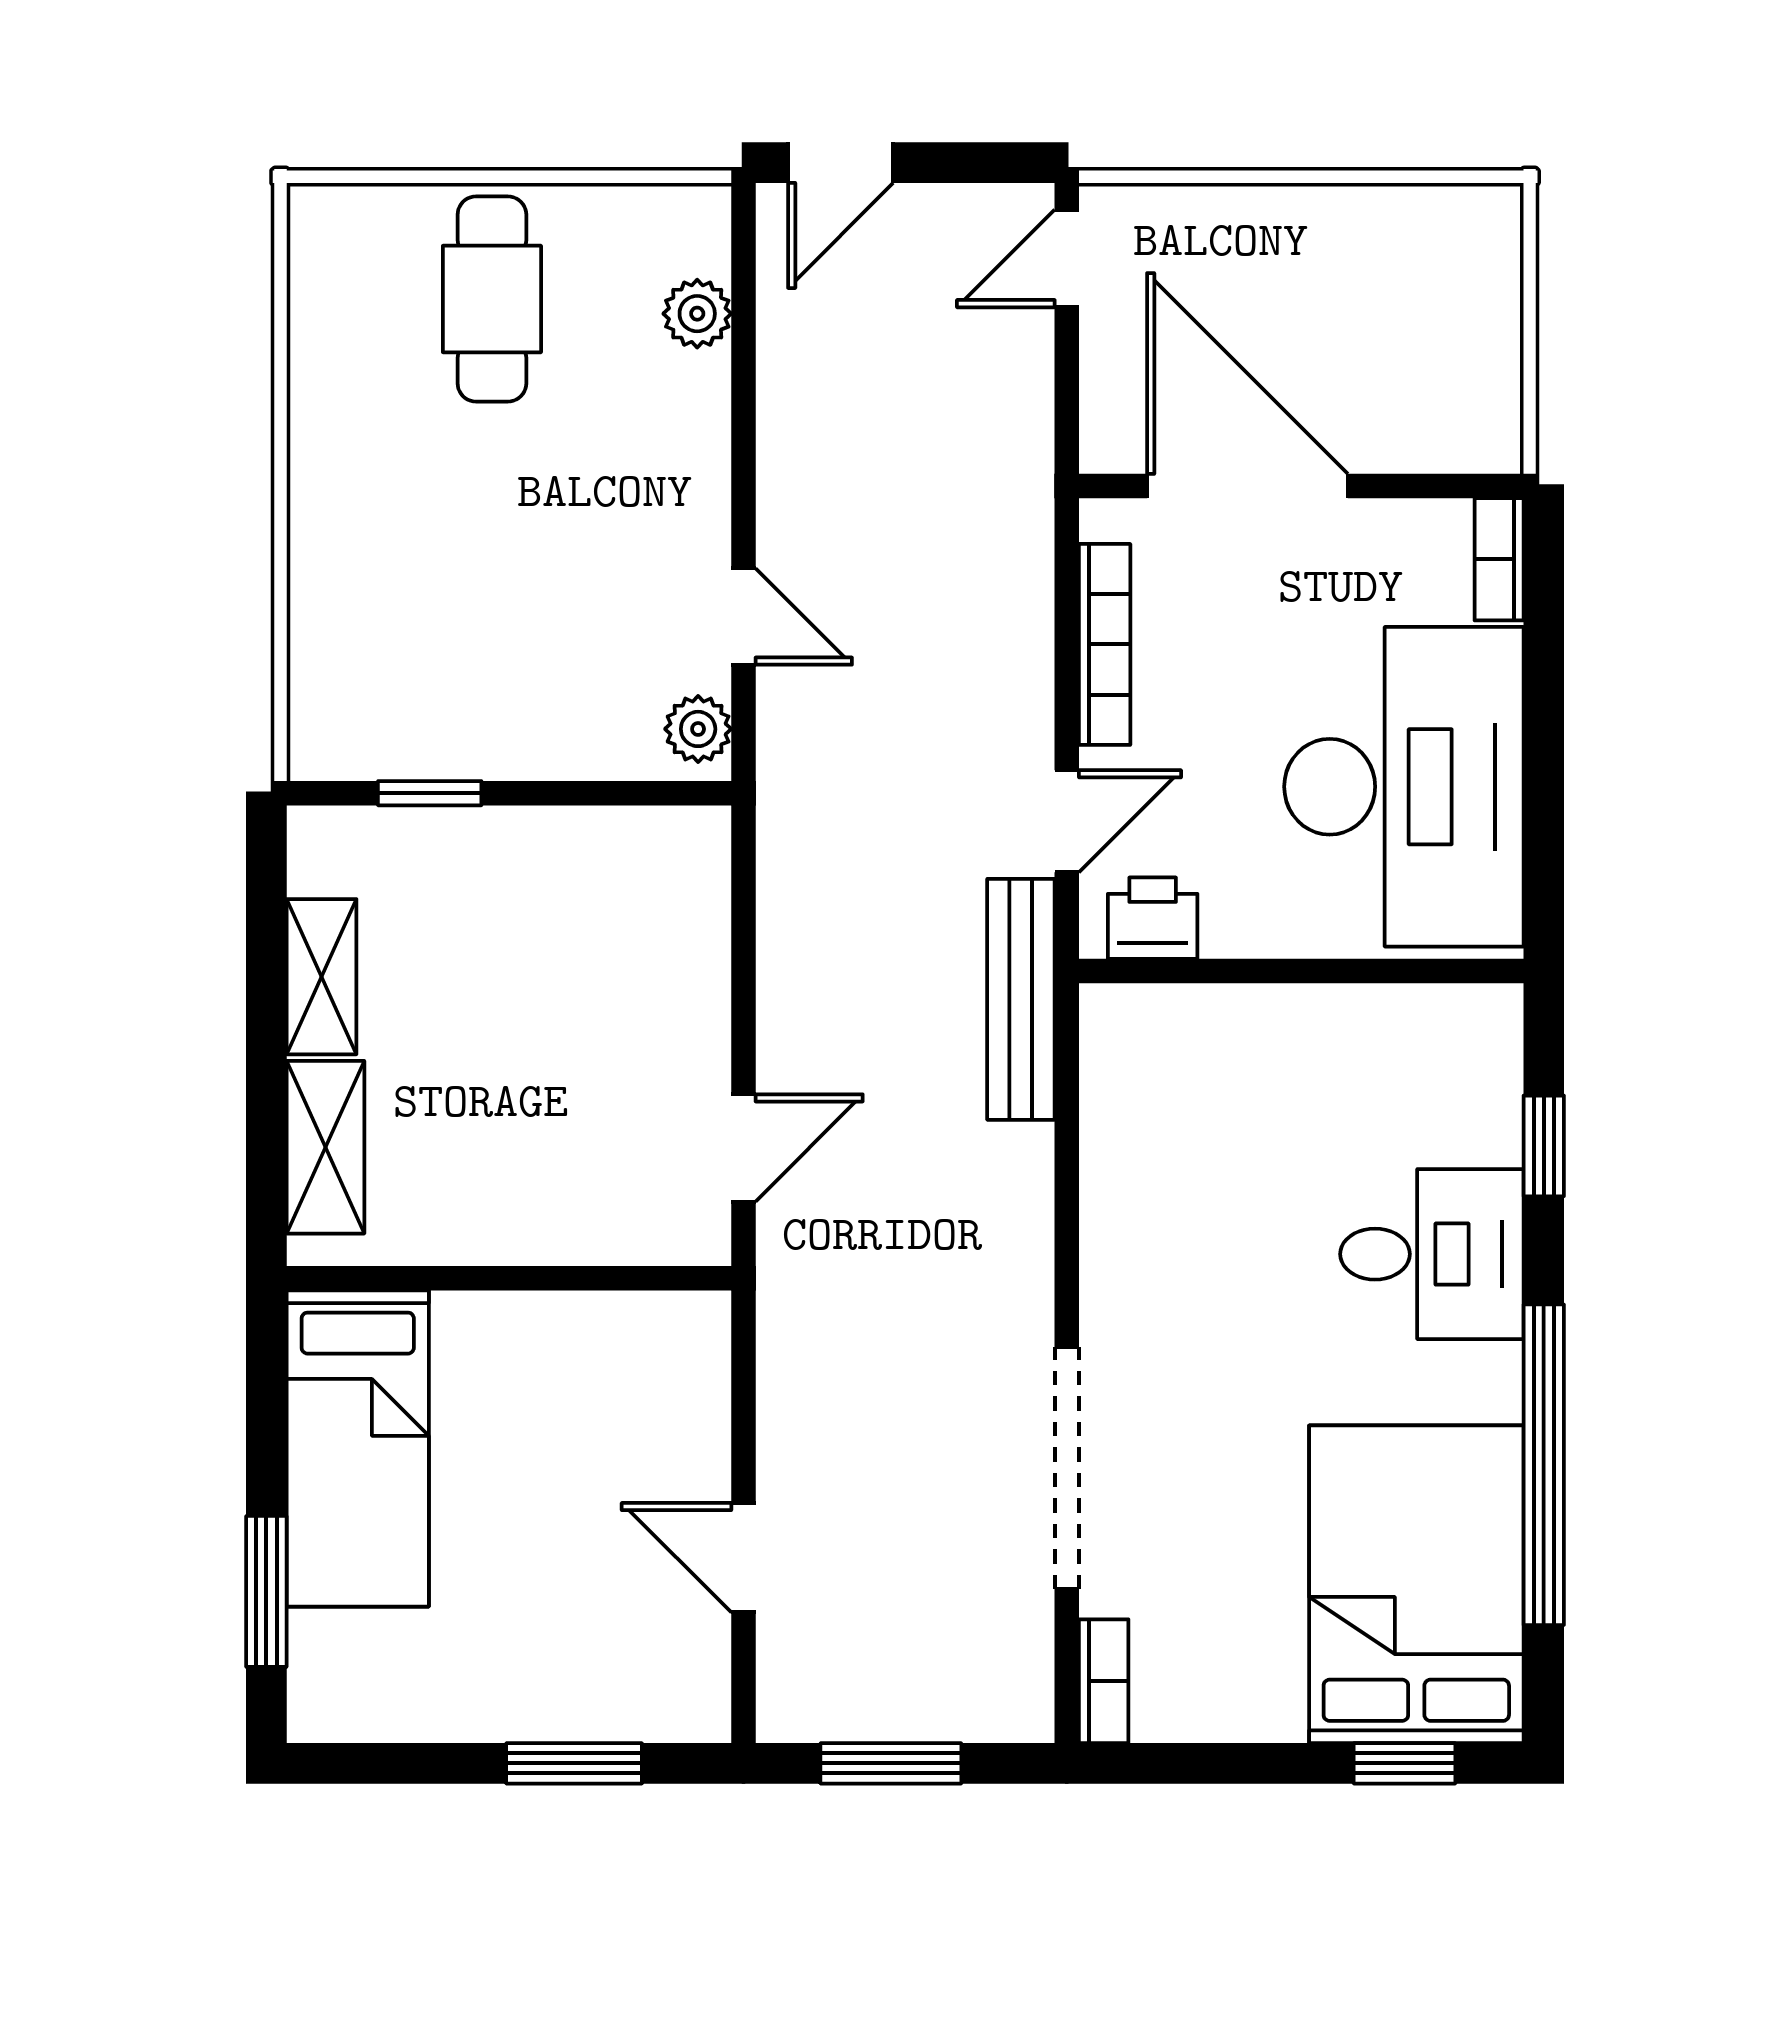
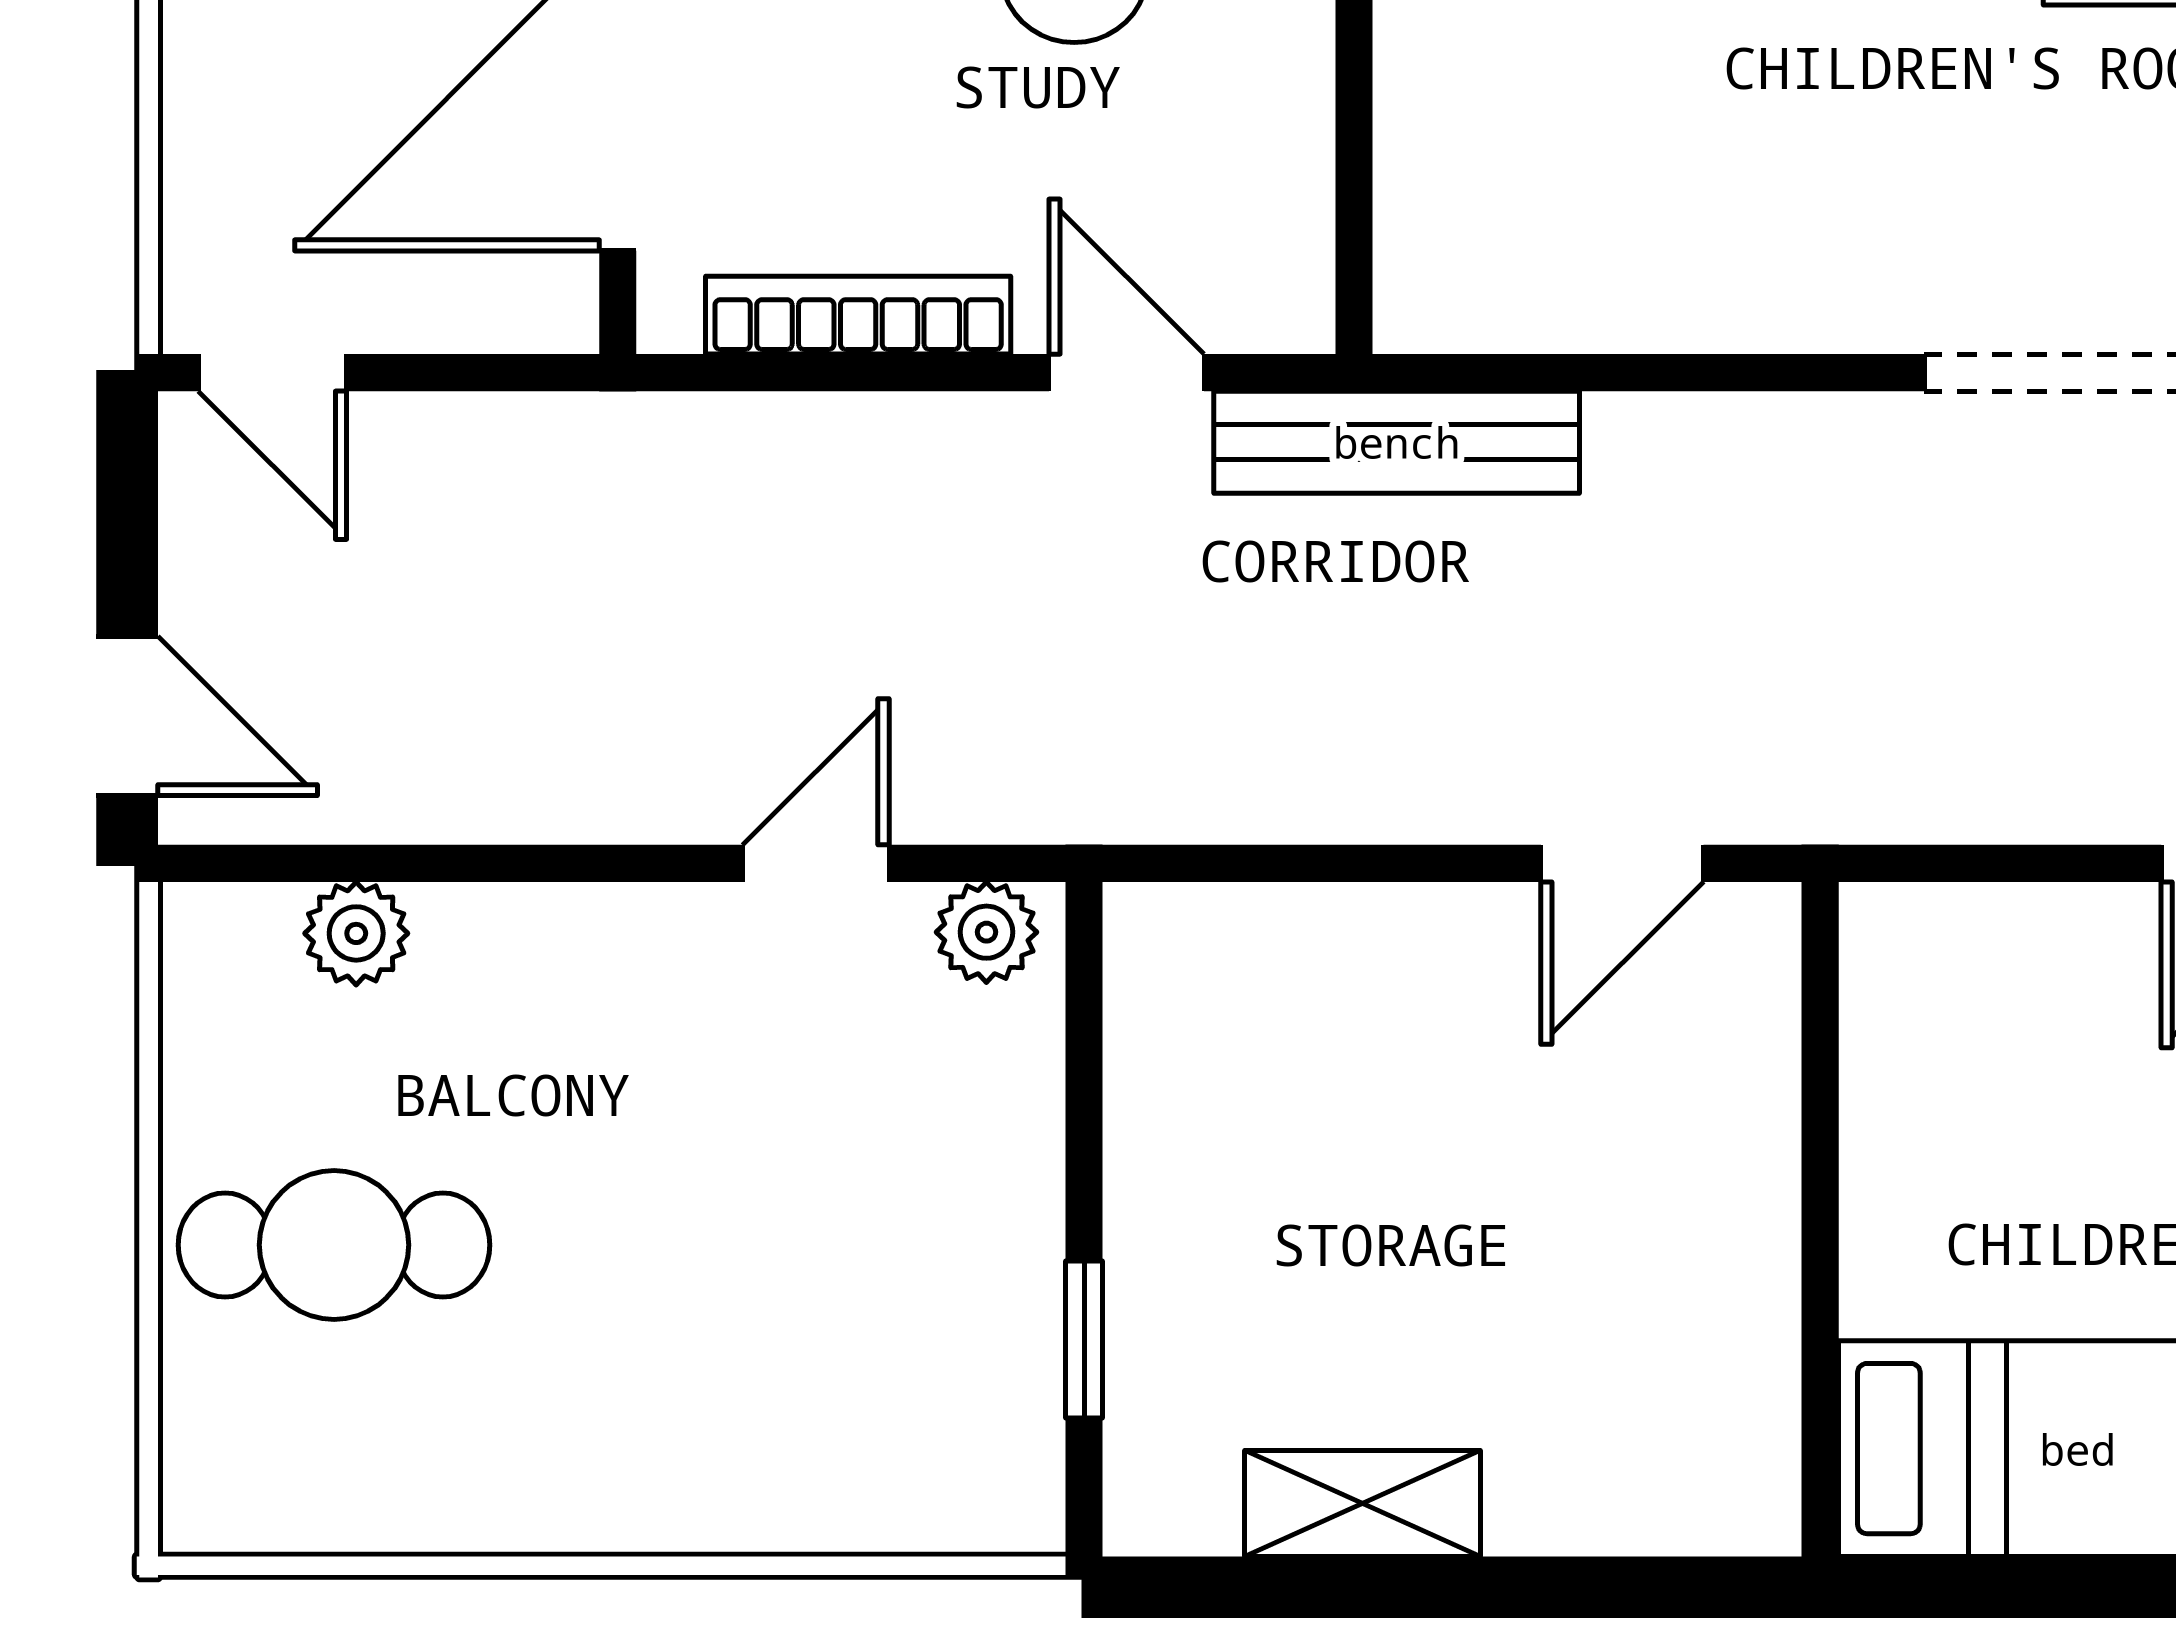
printer: (1153, 918) -> (1274, 242), removed
shelving: (325, 1147) -> (1621, 1498), removed
door: (743, 1148) -> (1622, 863), swing flipped

